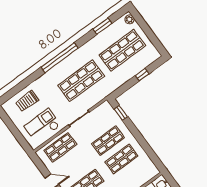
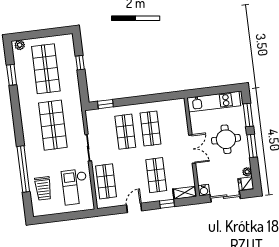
window: (59, 58) -> (23, 169), moved

